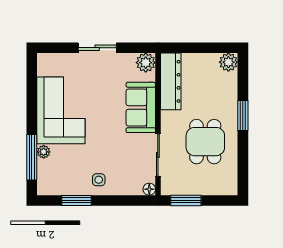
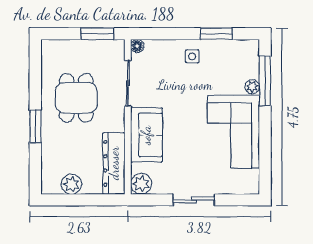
plant: (228, 62) -> (71, 184), moved

